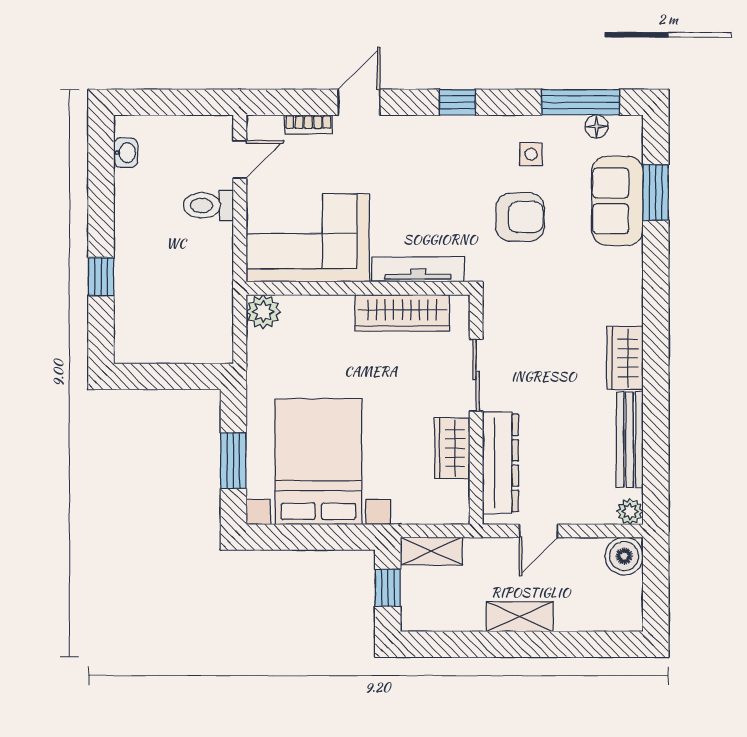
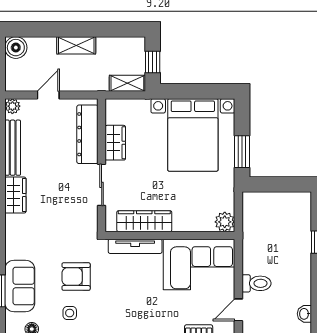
window: (233, 461) -> (242, 152), moved
door: (539, 531) -> (48, 95), moved
boiler: (624, 556) -> (16, 48), moved

